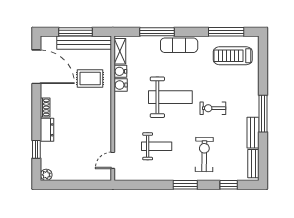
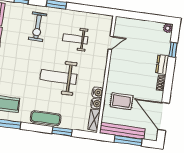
window: (157, 32) -> (62, 131), width x0.69
exercise bike: (213, 108) -> (25, 63), removed
door: (113, 160) -> (111, 43), moved

